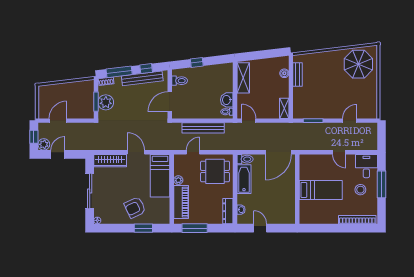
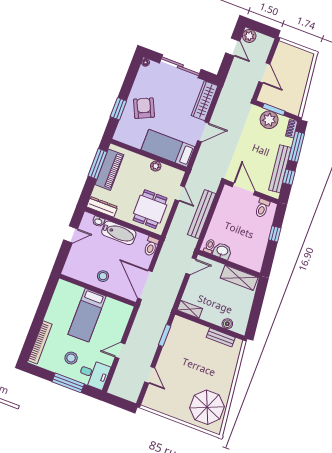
door: (58, 121) -> (264, 73), moved
window: (34, 137) -> (261, 28), removed
bathtub: (244, 179) -> (119, 233), moved
stool: (284, 189) -> (103, 276), added
piano: (181, 202) -> (109, 170), moved, turned -90

